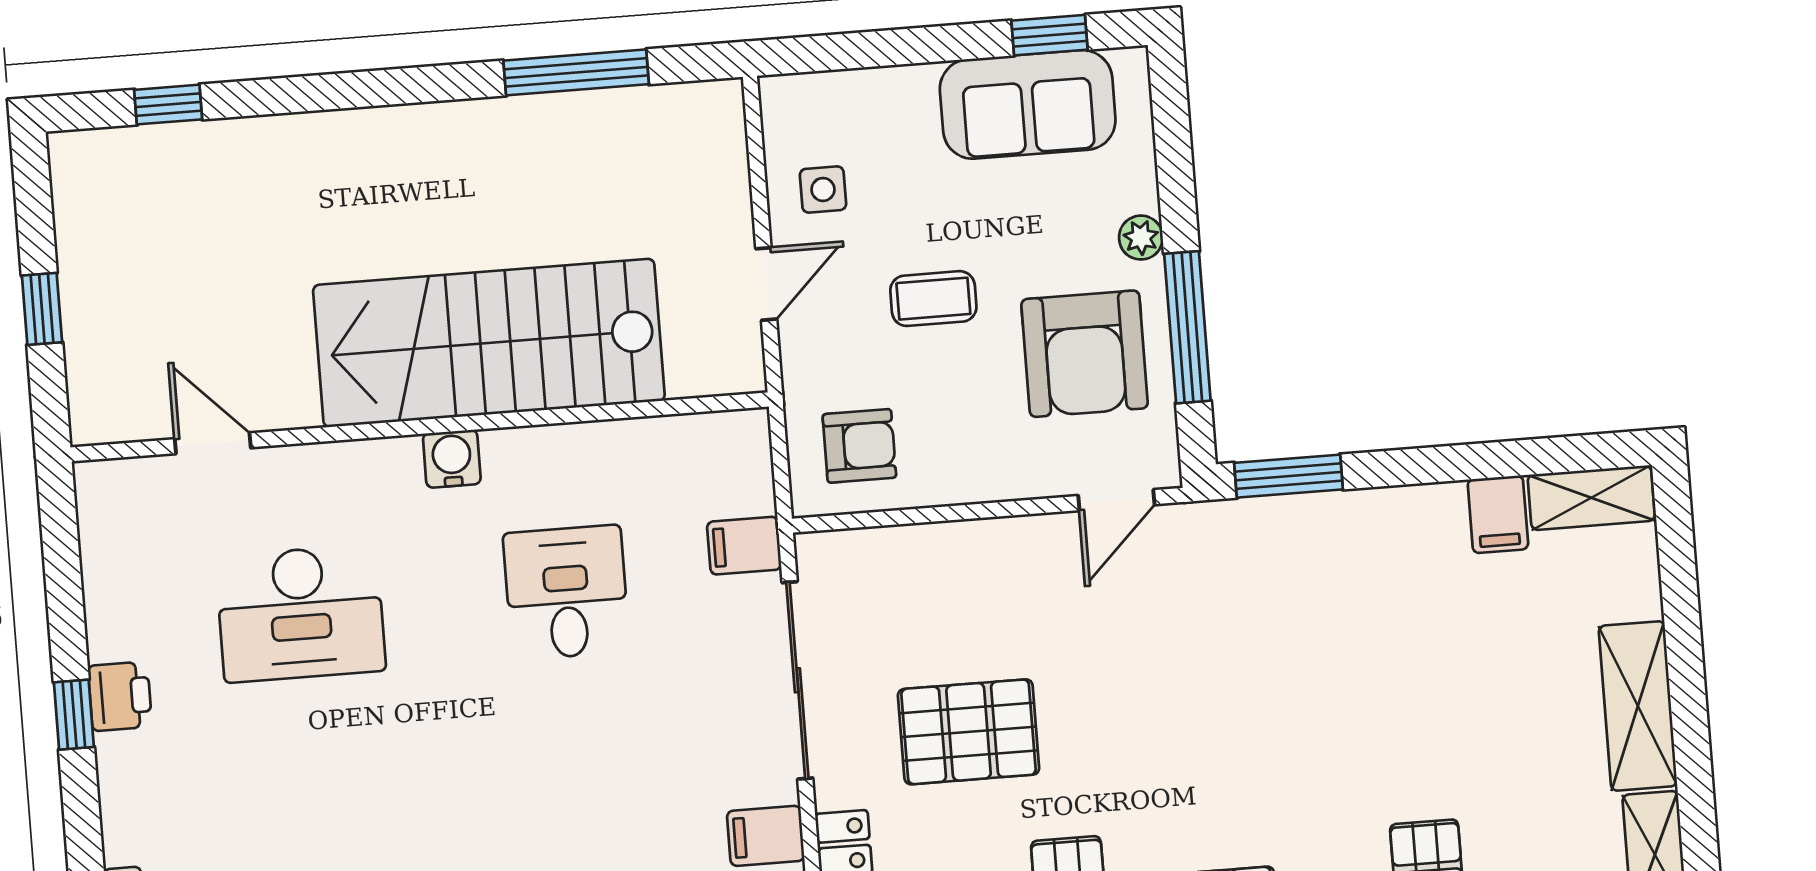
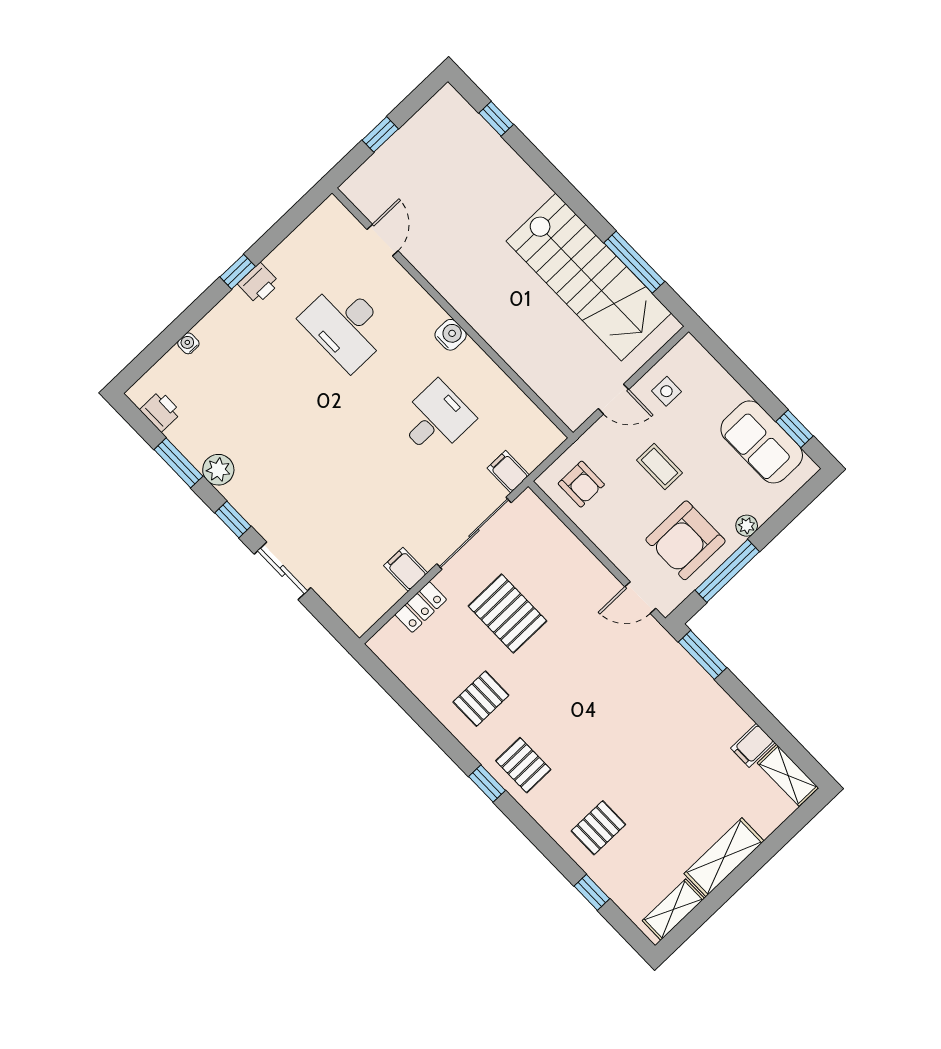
stairs: (489, 343) -> (589, 277), moved, turned 180

